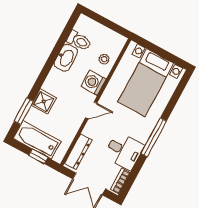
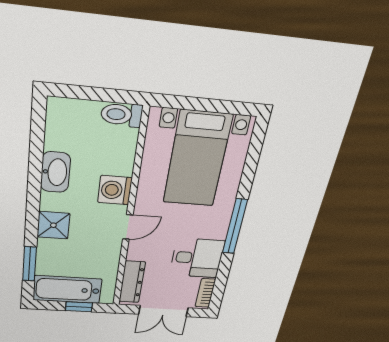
toilet: (79, 41) -> (122, 115), moved, turned 180
stool: (104, 59) -> (117, 151), removed
shower: (44, 102) -> (53, 225), moved

